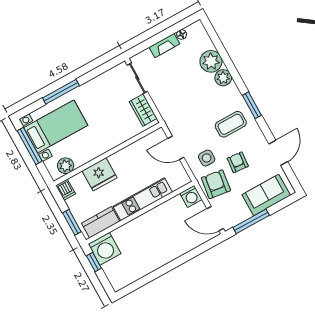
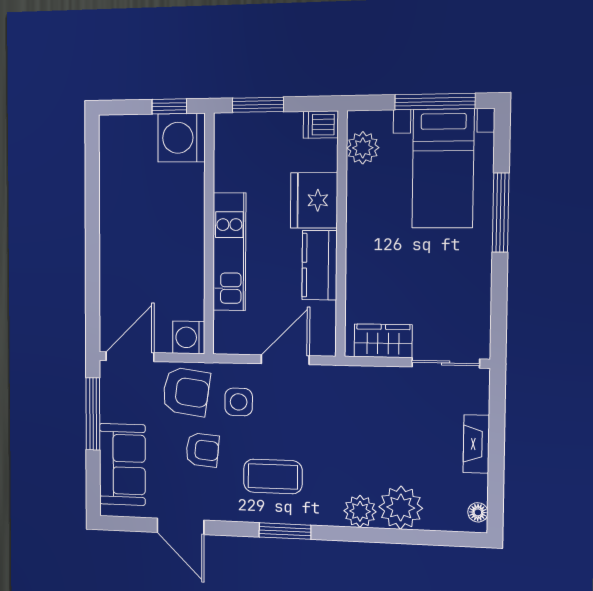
floor lamp: (182, 34) -> (478, 512), moved
coffee table: (231, 124) -> (273, 476), turned 90
kitchen counter: (101, 222) -> (320, 265), moved, turned 180

